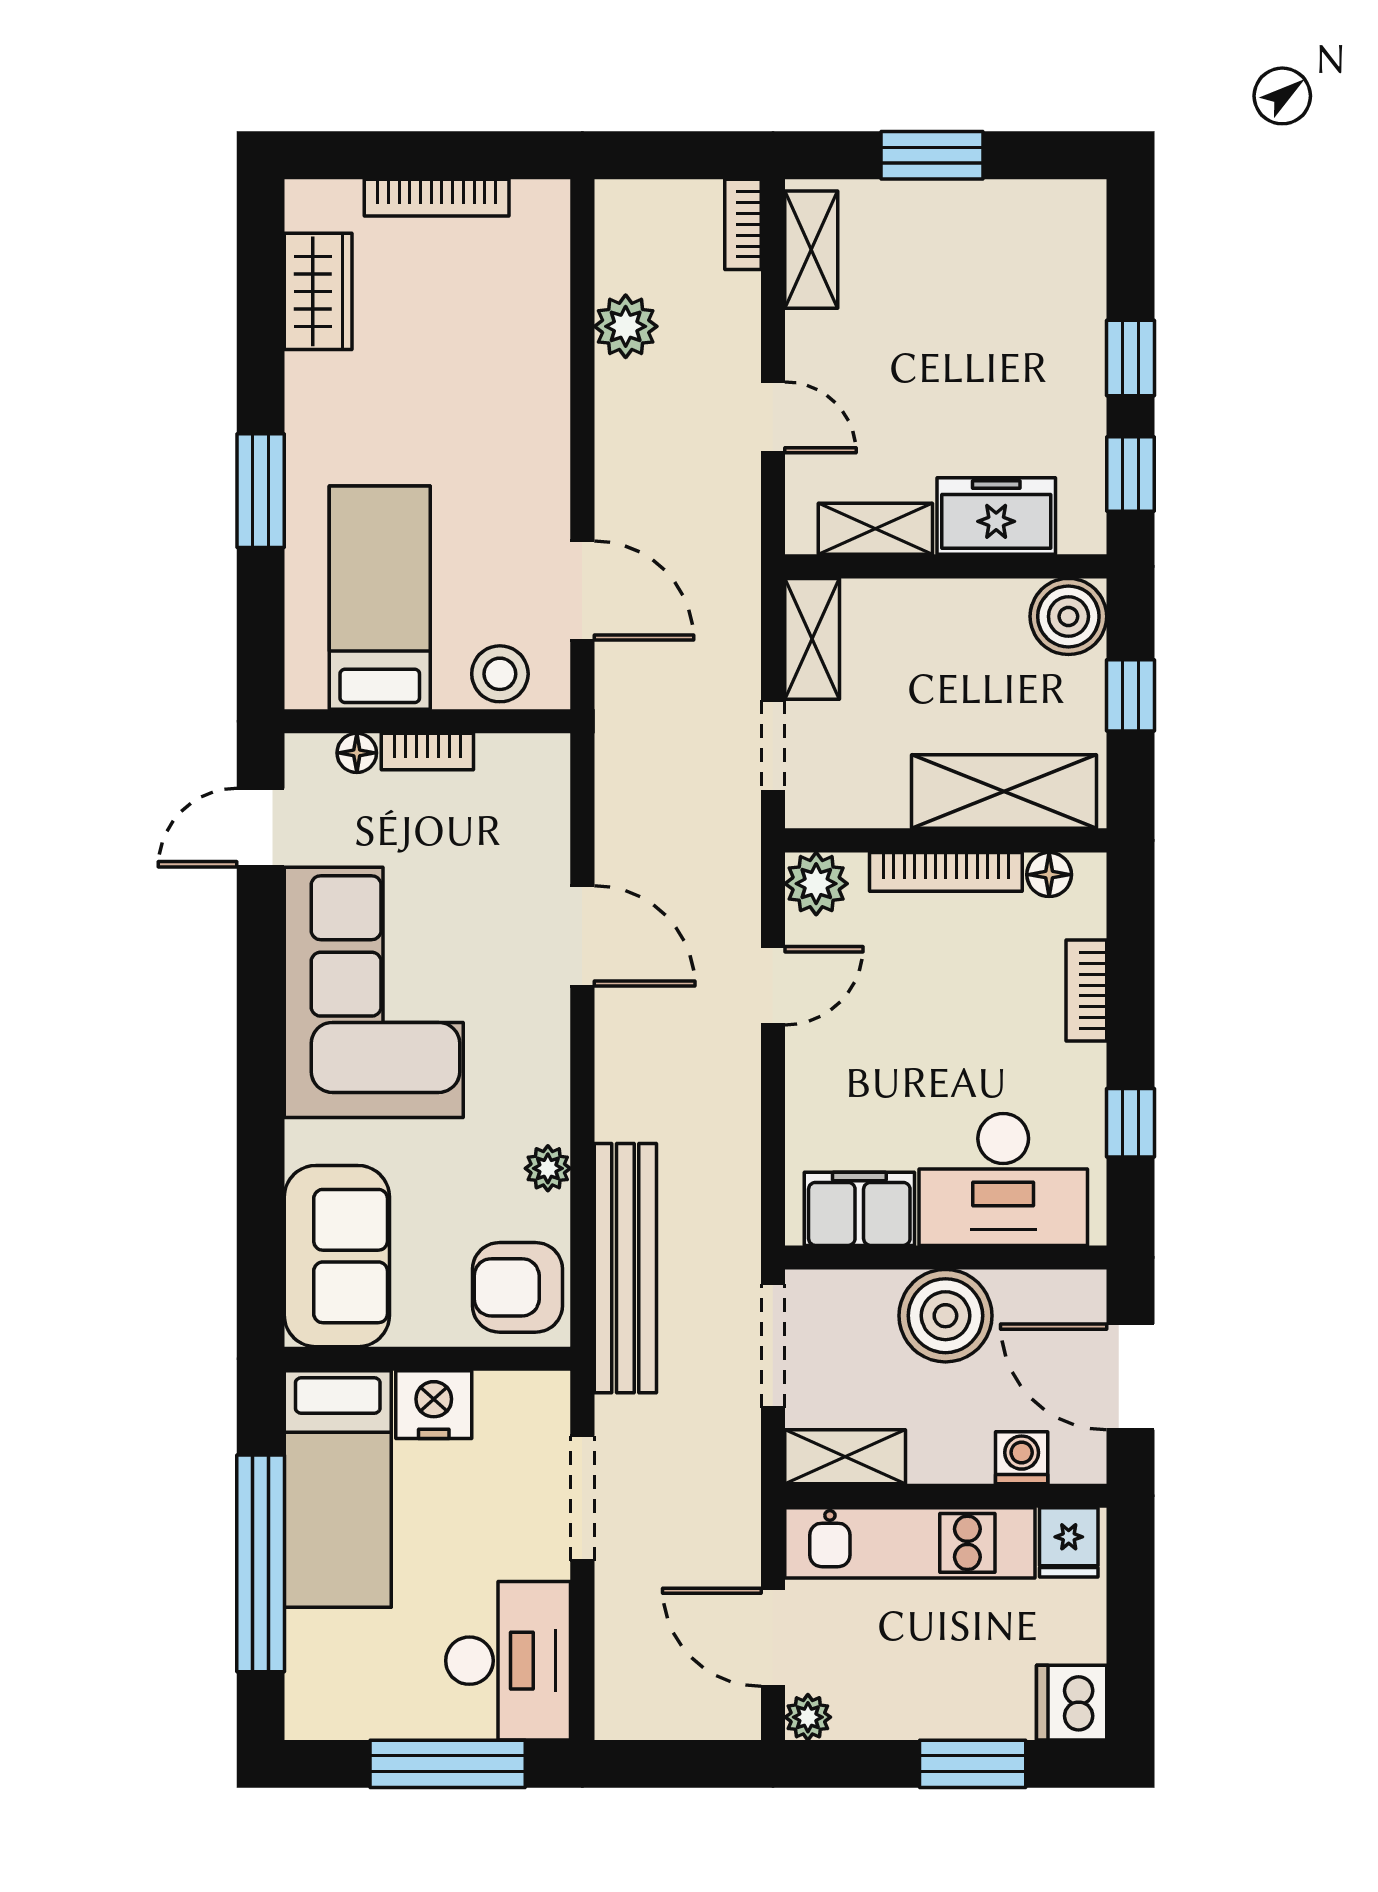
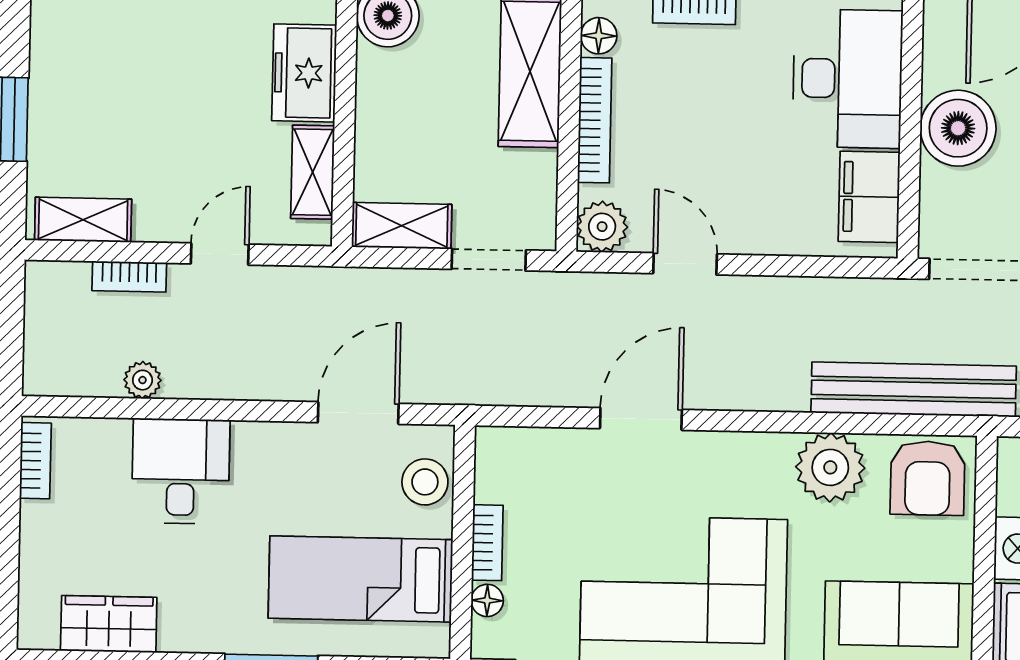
bookcase: (437, 198) -> (35, 461), moved, width x0.64
bookcase: (743, 224) -> (129, 277), moved
plant: (626, 326) -> (142, 380), width x0.73, depth x0.73
desk: (507, 375) -> (181, 471), added
plant: (548, 1168) -> (830, 467), width x1.87, depth x1.87

